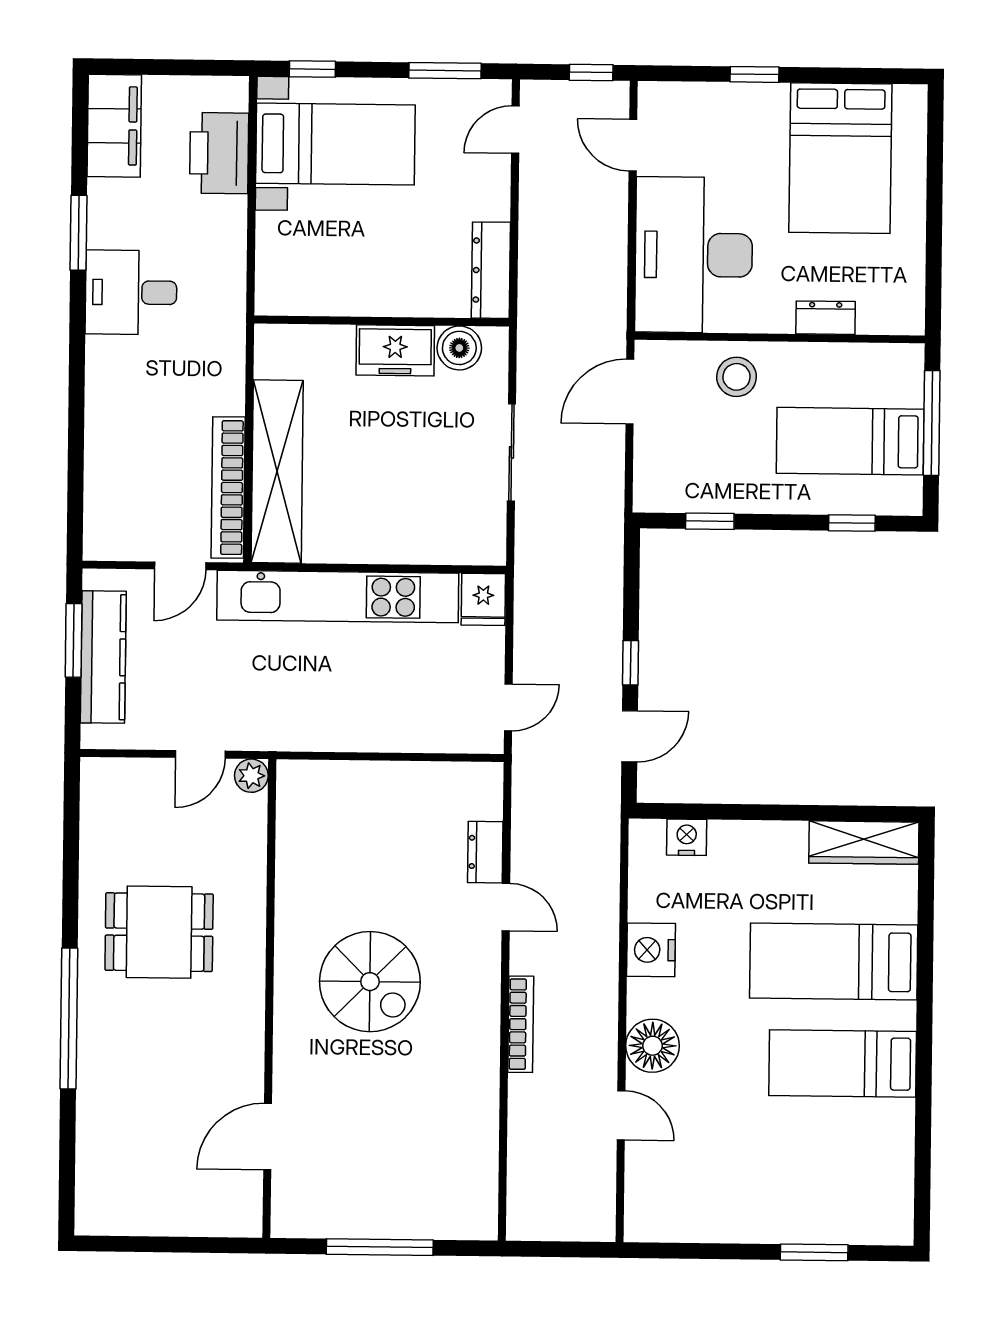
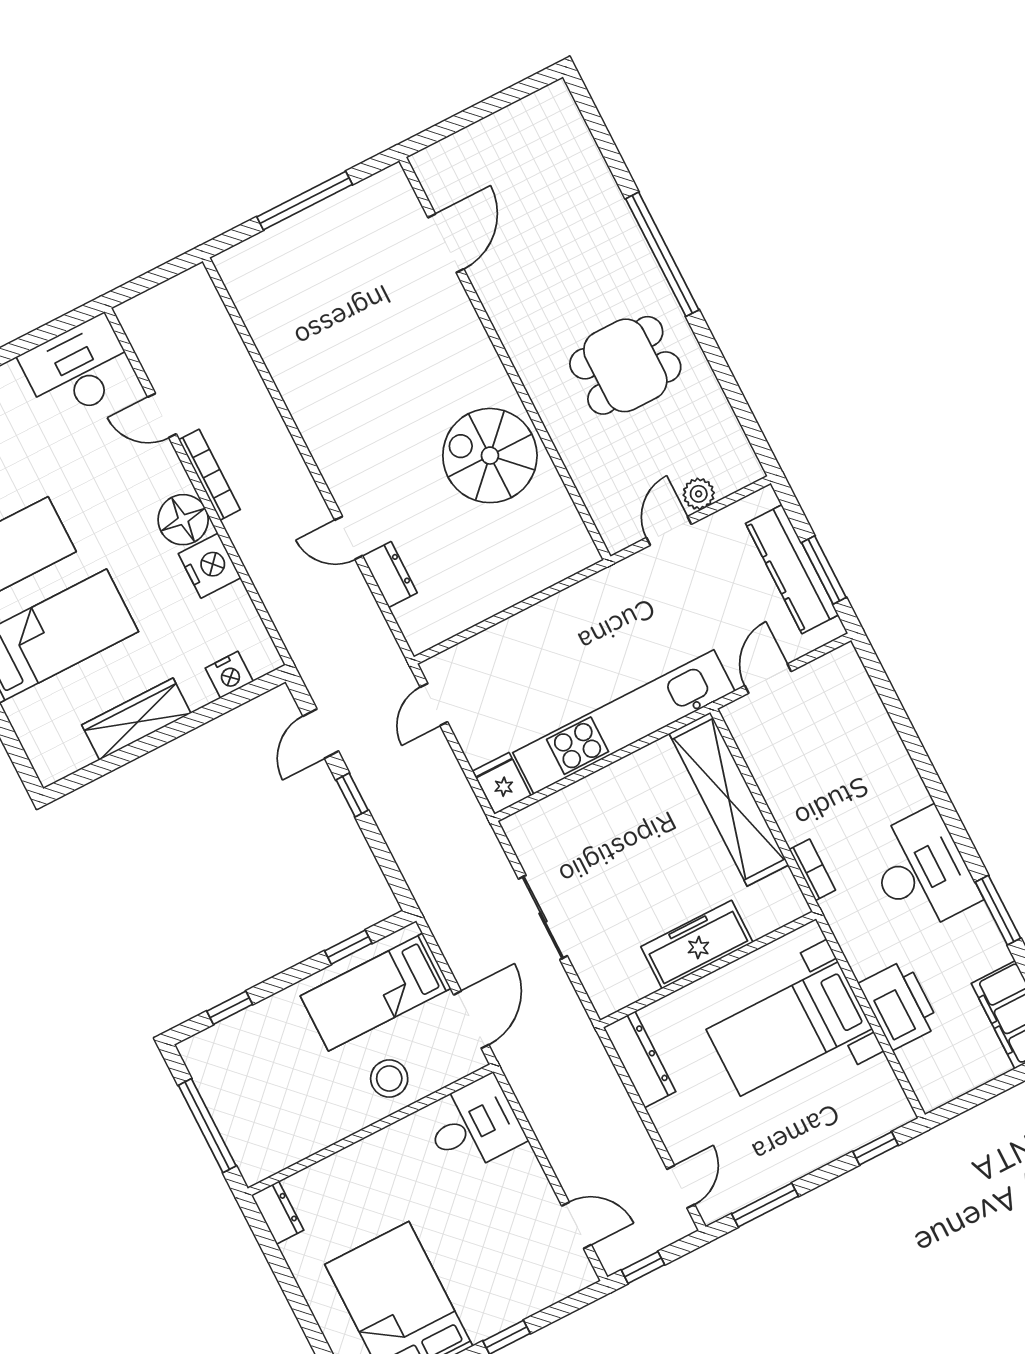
bed with nightstands: (335, 144) -> (789, 1029), moved
printer: (219, 153) -> (899, 1005), moved
desk: (694, 255) -> (474, 1125), width x0.53, depth x0.77
desk: (131, 292) -> (922, 871), width x1.37
dresser: (826, 318) -> (277, 1213), moved, turned -90
boiler: (459, 348) -> (632, 981), removed
freezer: (395, 350) -> (697, 945), width x1.40
bed: (850, 441) -> (376, 992), moved, turned 180
bookcase: (228, 487) -> (812, 870), moved, width x0.43, depth x0.76
plant: (251, 776) -> (699, 494), moved
wardrobe: (864, 843) -> (136, 719), moved
spiral stairs: (370, 982) -> (490, 456), moved
bookcase: (521, 1024) -> (209, 475), moved, turned 180
floor lamp: (653, 1046) -> (183, 520), moved
desk: (677, 1201) -> (78, 369), added

